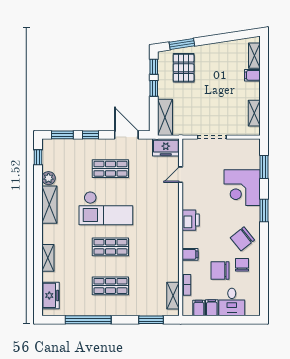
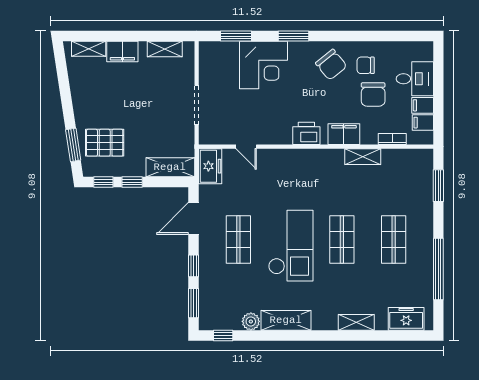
filing cabinet: (252, 75) -> (122, 52), width x2.00
filing cabinet: (190, 254) -> (344, 134), width x2.00
shelving: (173, 296) -> (363, 157), moved

